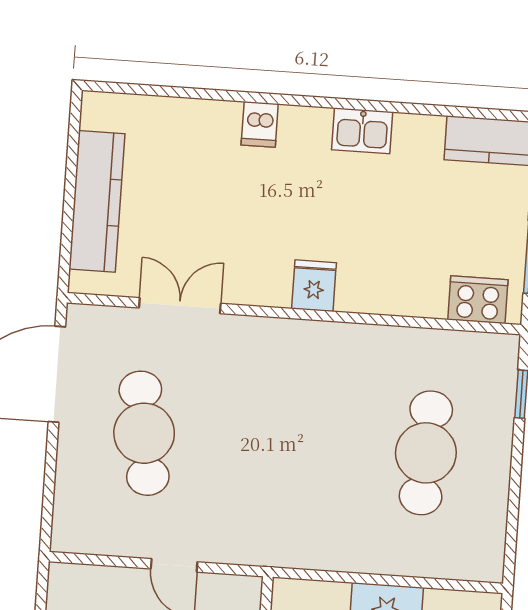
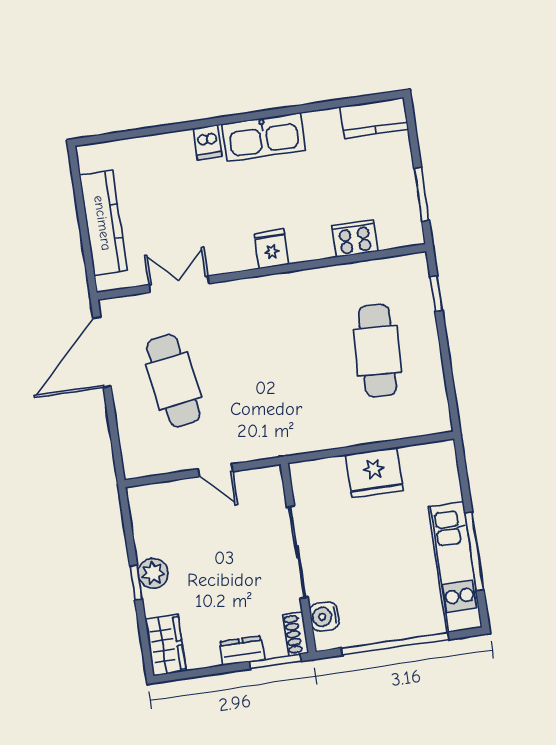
kitchen sink: (362, 131) -> (264, 137), width x1.87, depth x1.24
cooker: (478, 300) -> (355, 238), moved

